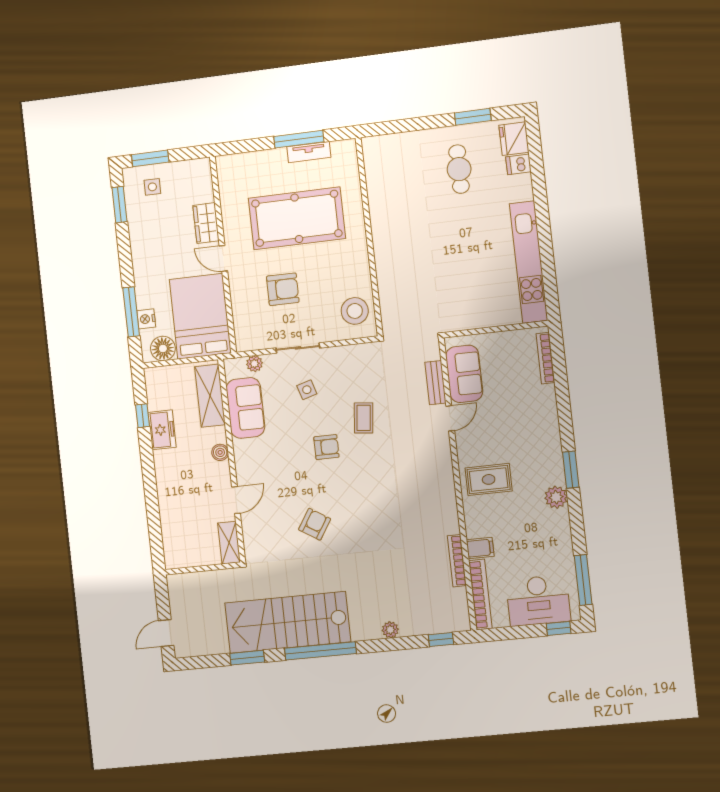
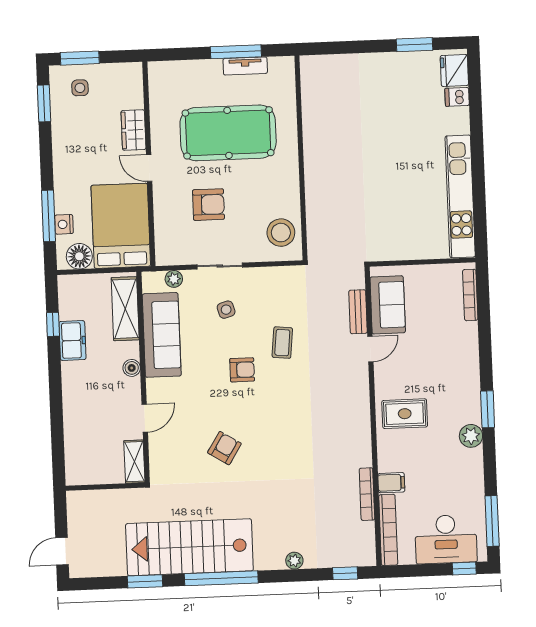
cafe table: (459, 169) -> (397, 97), removed
sofa: (245, 408) -> (162, 335), width x1.36

